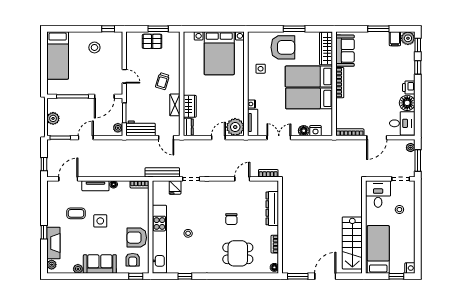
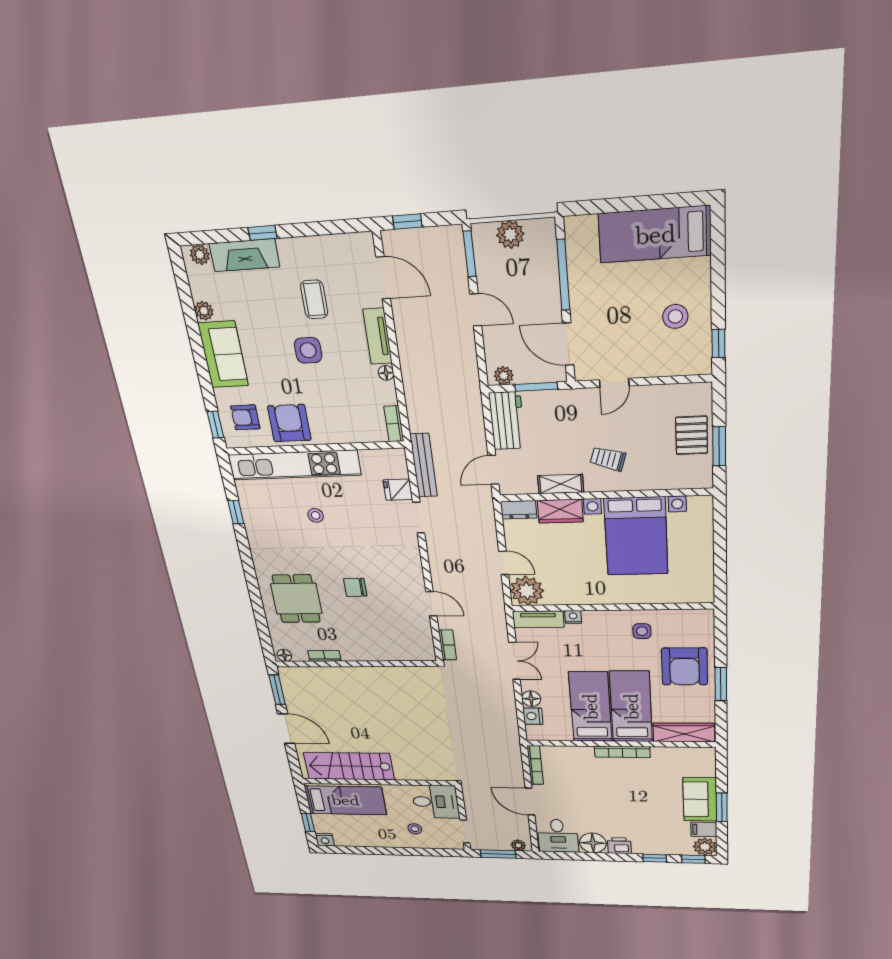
sofa: (345, 51) -> (700, 799), moved, turned 90
bed with nightstands: (219, 53) -> (636, 536), moved, turned -90
dresser: (272, 208) -> (386, 652), removed

